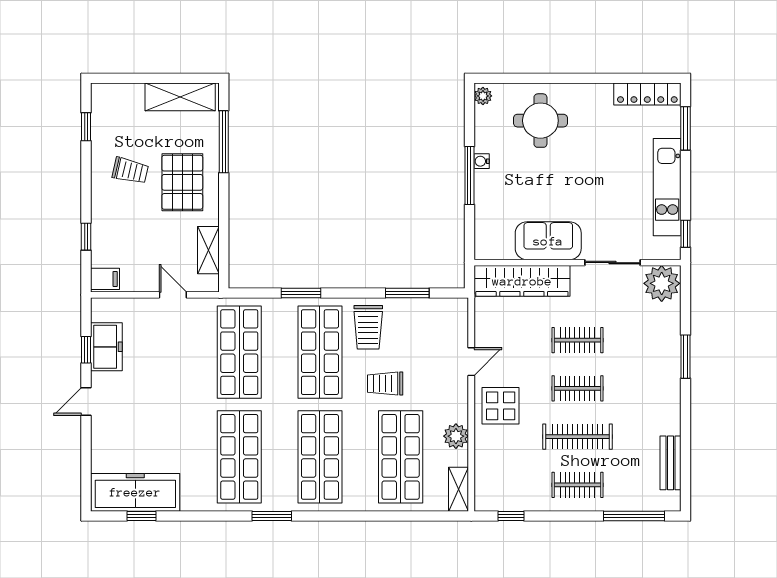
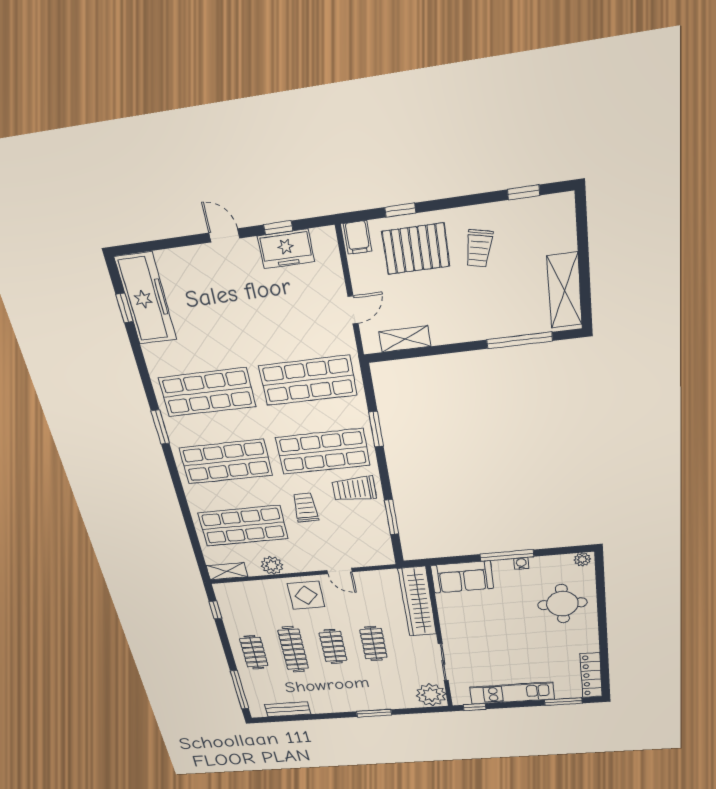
pallet: (182, 182) -> (416, 249), moved
sofa: (548, 241) -> (462, 577), moved, turned 90

